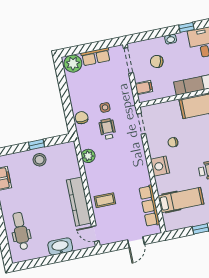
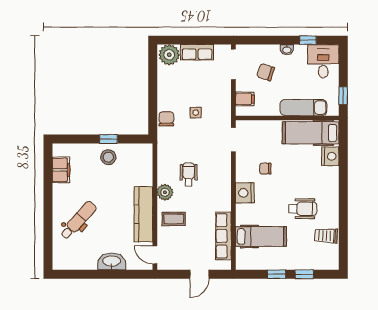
wheelchair: (107, 129) -> (189, 174), moved
plant: (88, 156) -> (165, 192), moved
dental chair: (21, 231) -> (78, 220), moved, turned 42

